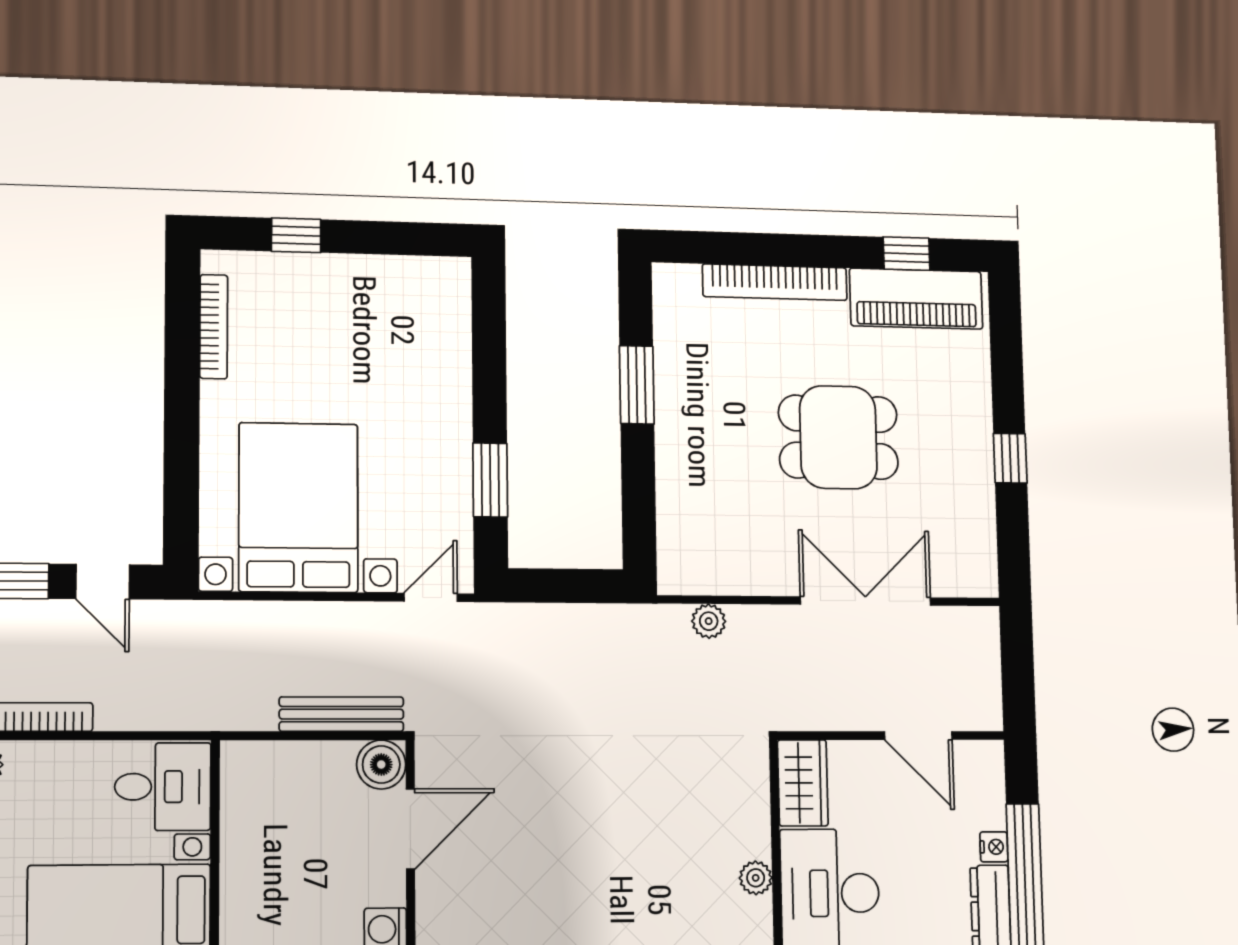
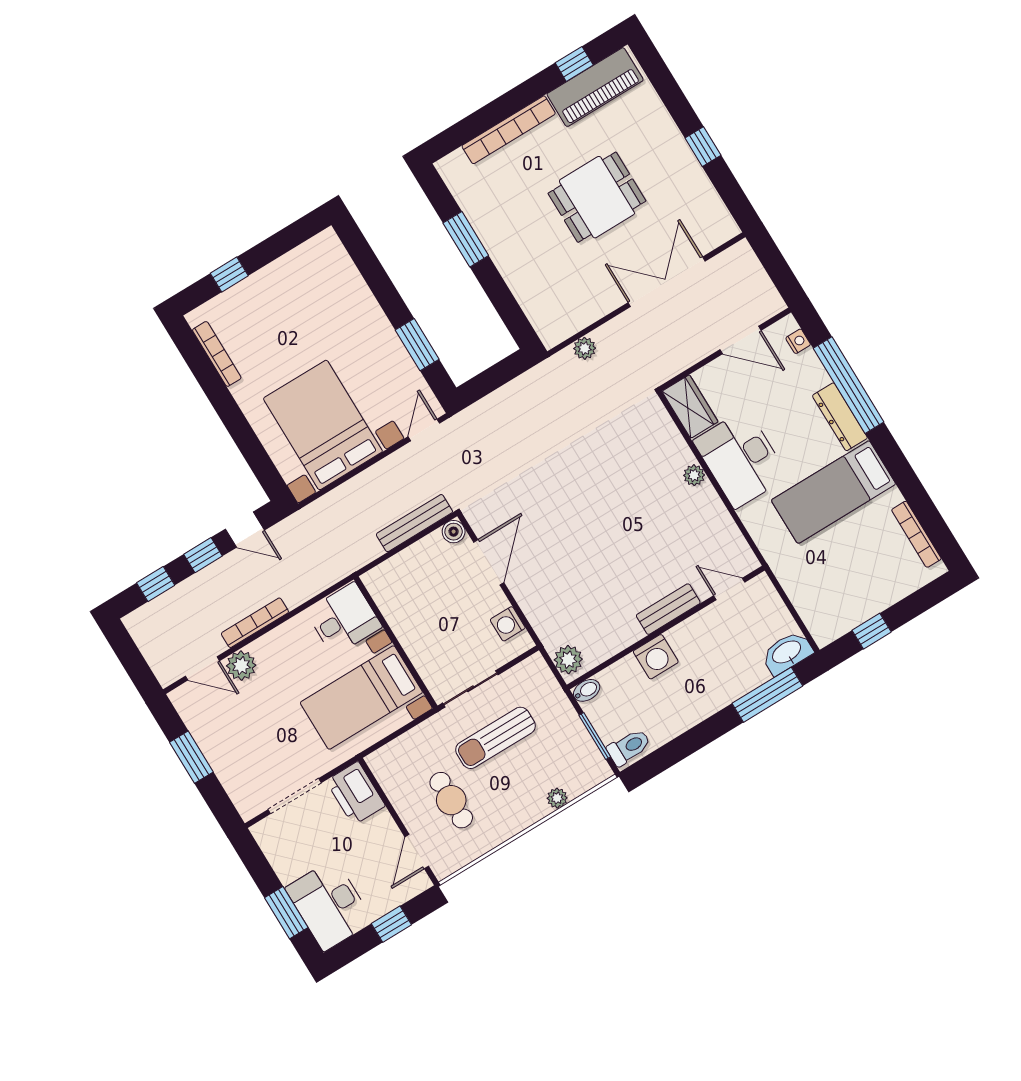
boiler: (381, 765) -> (454, 532), width x0.73, depth x0.73
nightstand: (994, 847) -> (798, 341), moved

